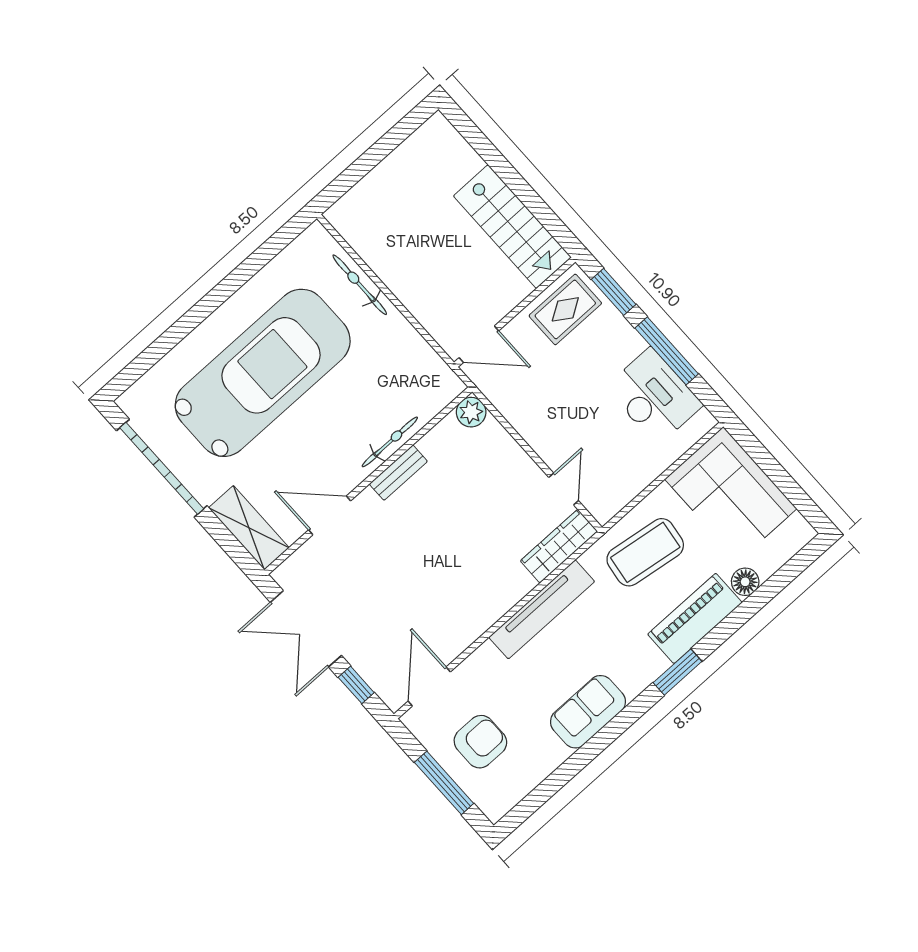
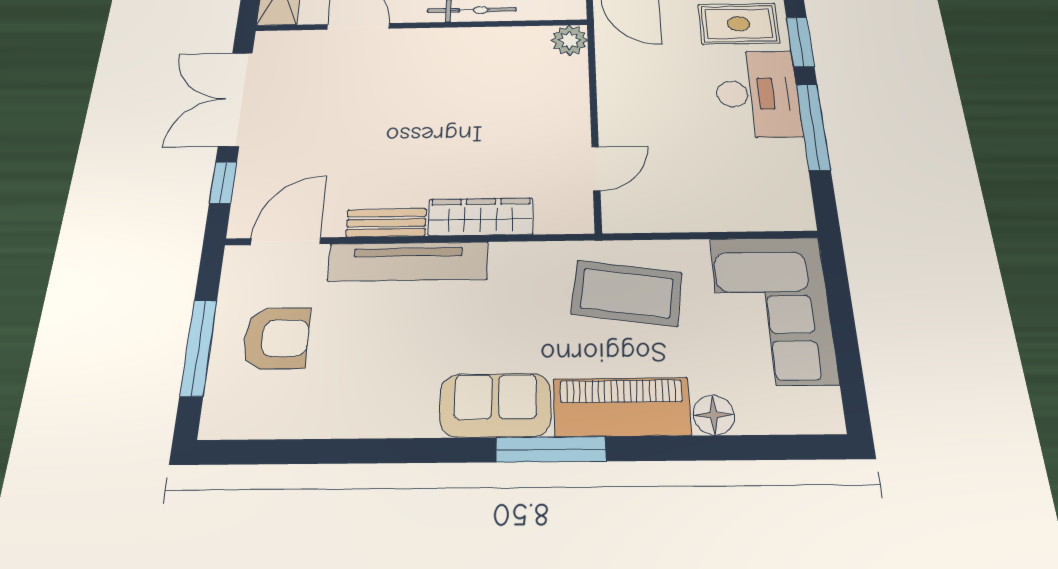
desk: (654, 396) -> (757, 94), moved
bench: (398, 473) -> (386, 223), moved
wardrobe: (559, 546) -> (481, 217), moved
tv unit: (542, 609) -> (408, 262), moved
window: (678, 672) -> (551, 449), width x1.44
sofa: (588, 712) -> (495, 405), moved

